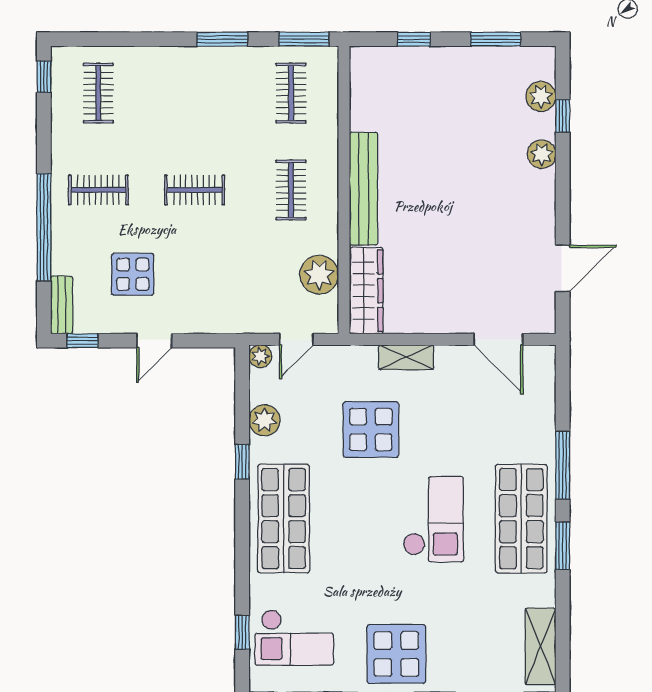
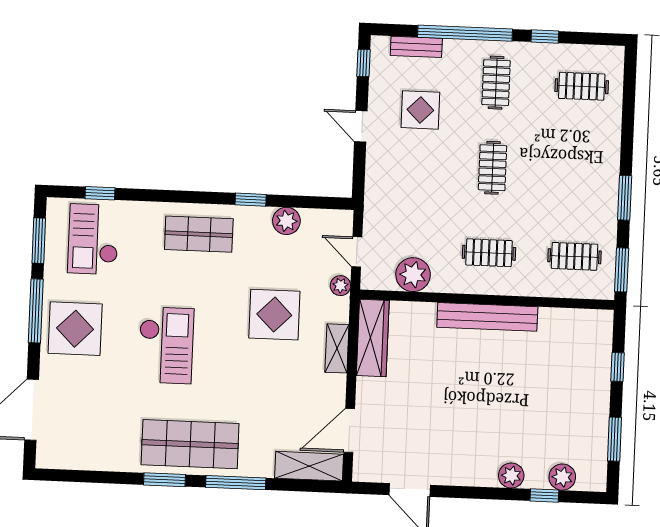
window: (44, 77) -> (545, 36), moved
wardrobe: (366, 291) -> (373, 338), moved, turned -90
bench: (62, 305) -> (416, 47), moved
plant: (260, 356) -> (340, 286), moved
shop shelf: (284, 519) -> (199, 234), width x0.70, depth x0.74
checkout: (433, 519) -> (166, 345), moved, turned -90
shelving: (541, 646) -> (309, 466), moved

